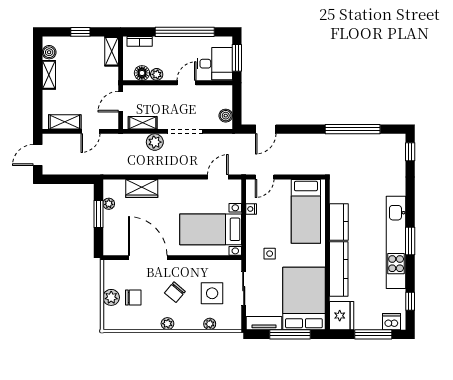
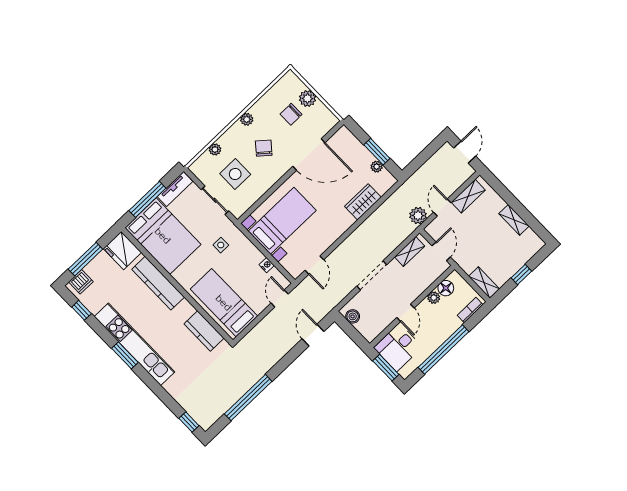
boiler: (49, 52) -> (530, 237), removed
plant: (155, 142) -> (418, 216), moved
kitchen counter: (339, 222) -> (204, 331), moved

